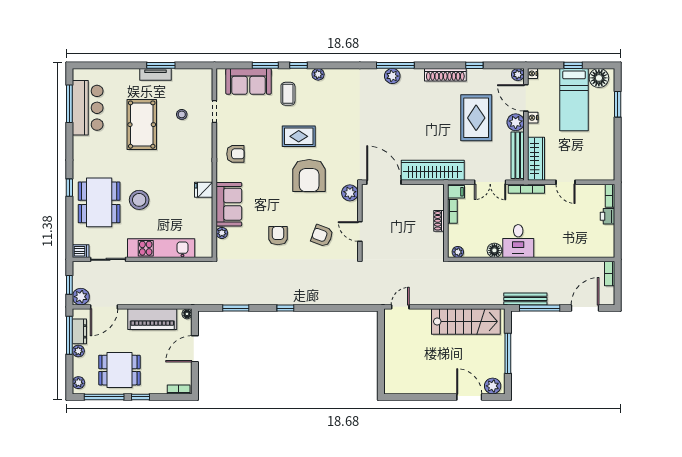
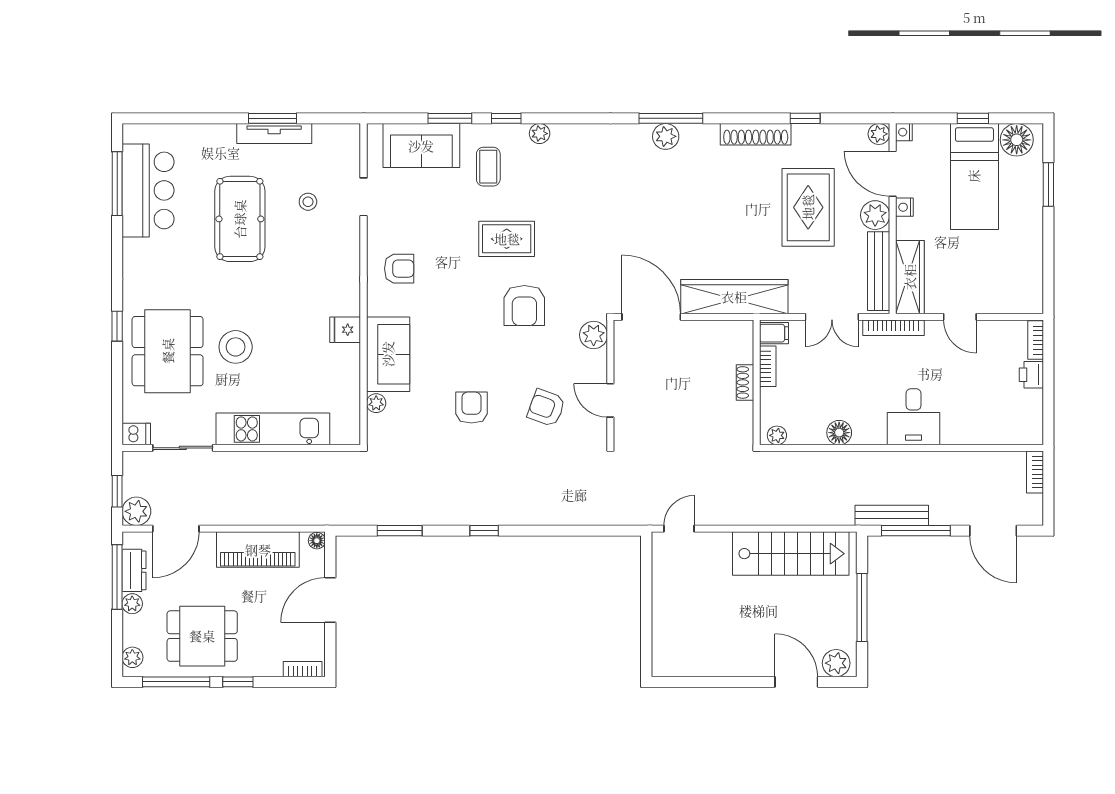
tv unit: (155, 74) -> (274, 134), width x1.41
armchair: (309, 176) -> (524, 306), width x0.73, depth x0.73
desk: (518, 241) -> (913, 417), moved
door: (585, 308) -> (993, 531), swing flipped

